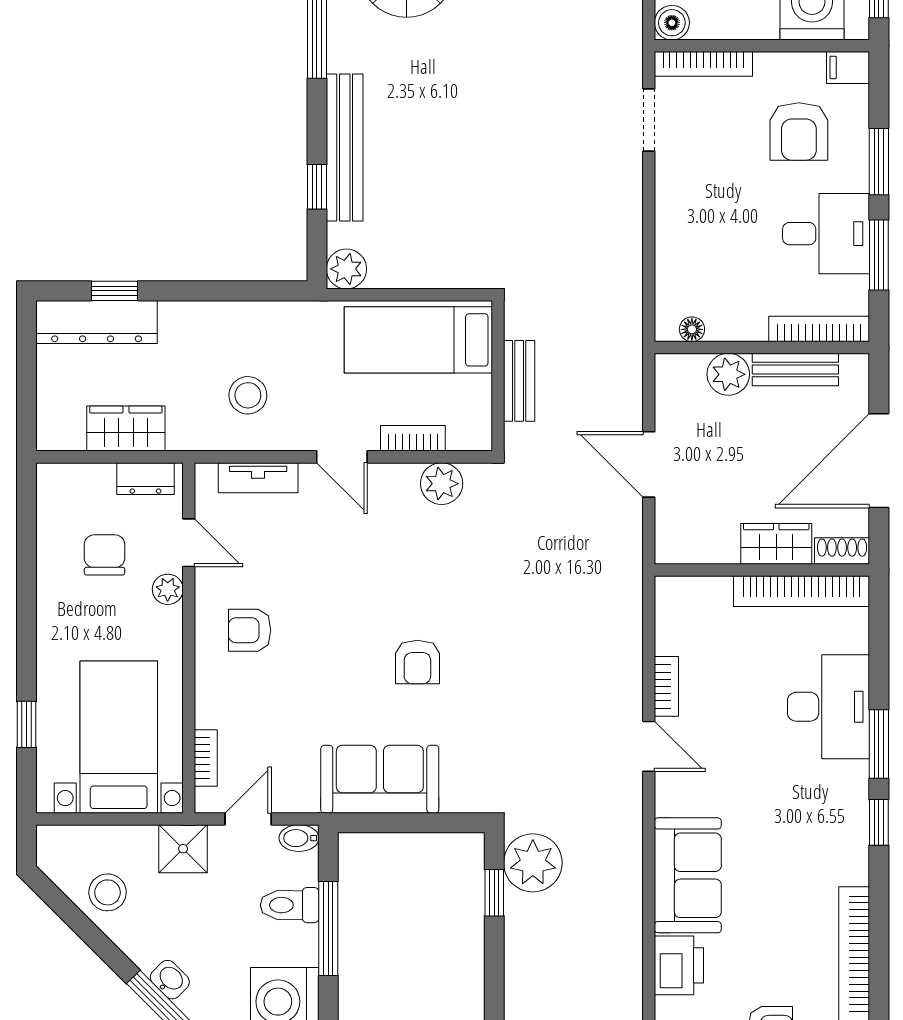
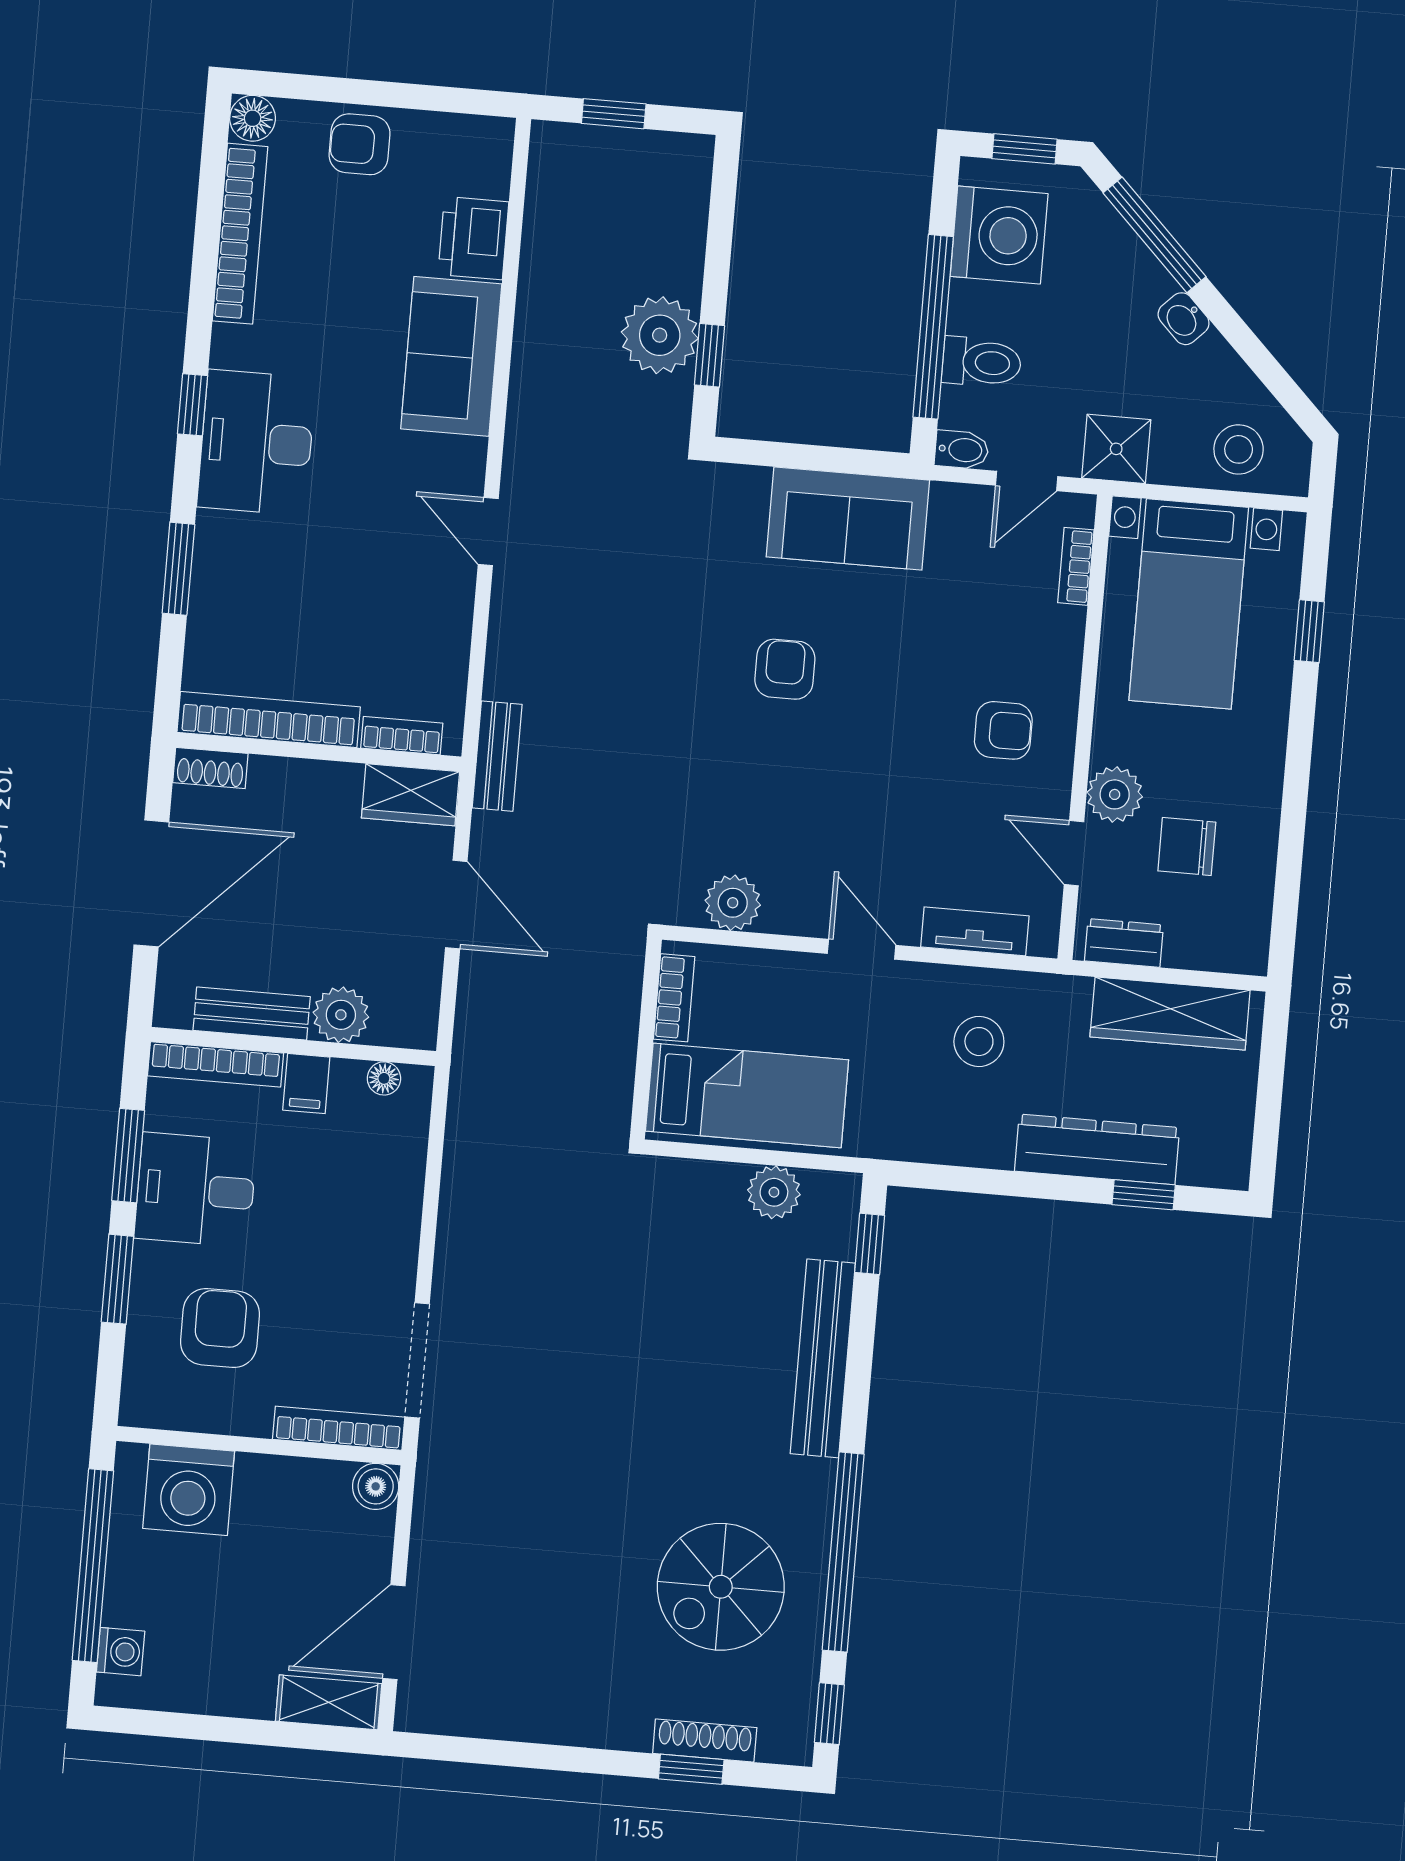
filing cabinet: (848, 67) -> (306, 1084), moved, turned 90
doorway: (649, 120) -> (417, 1360), width x1.38
window: (317, 187) -> (870, 1244), moved
plant: (346, 269) -> (774, 1192), moved
dresser: (97, 322) -> (1097, 1149), moved
bench: (519, 381) -> (497, 756), moved
wardrobe: (126, 429) -> (1170, 1014), width x1.50
bookcase: (413, 438) -> (674, 998), moved, turned -90
wardrobe: (776, 544) -> (410, 795), moved
chair: (105, 555) -> (1187, 846), turned 90
plant: (168, 589) -> (1115, 794), width x1.38, depth x1.38
bookcase: (666, 686) -> (402, 736), moved, turned 90
desk: (828, 707) -> (256, 442), moved
window: (879, 744) -> (178, 569), moved
plant: (533, 863) -> (660, 335), moved
stool: (108, 892) -> (1239, 449), moved
window: (328, 928) -> (933, 327), width x1.46
washbasin: (170, 980) -> (1184, 319), moved

